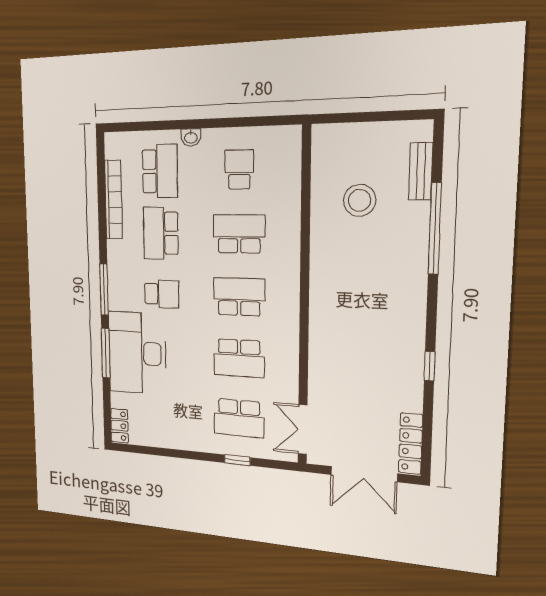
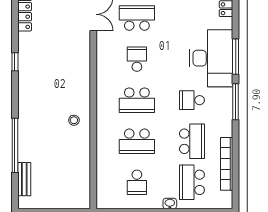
stool: (360, 200) -> (74, 120), moved, width x0.53, depth x0.53
school desk: (239, 358) -> (137, 59), width x0.54

